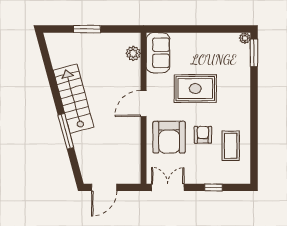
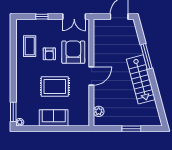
sofa: (158, 53) -> (54, 118), moved, turned 90

